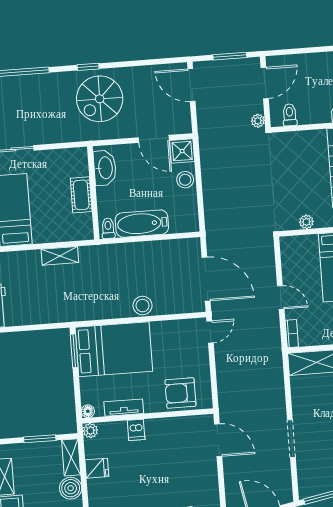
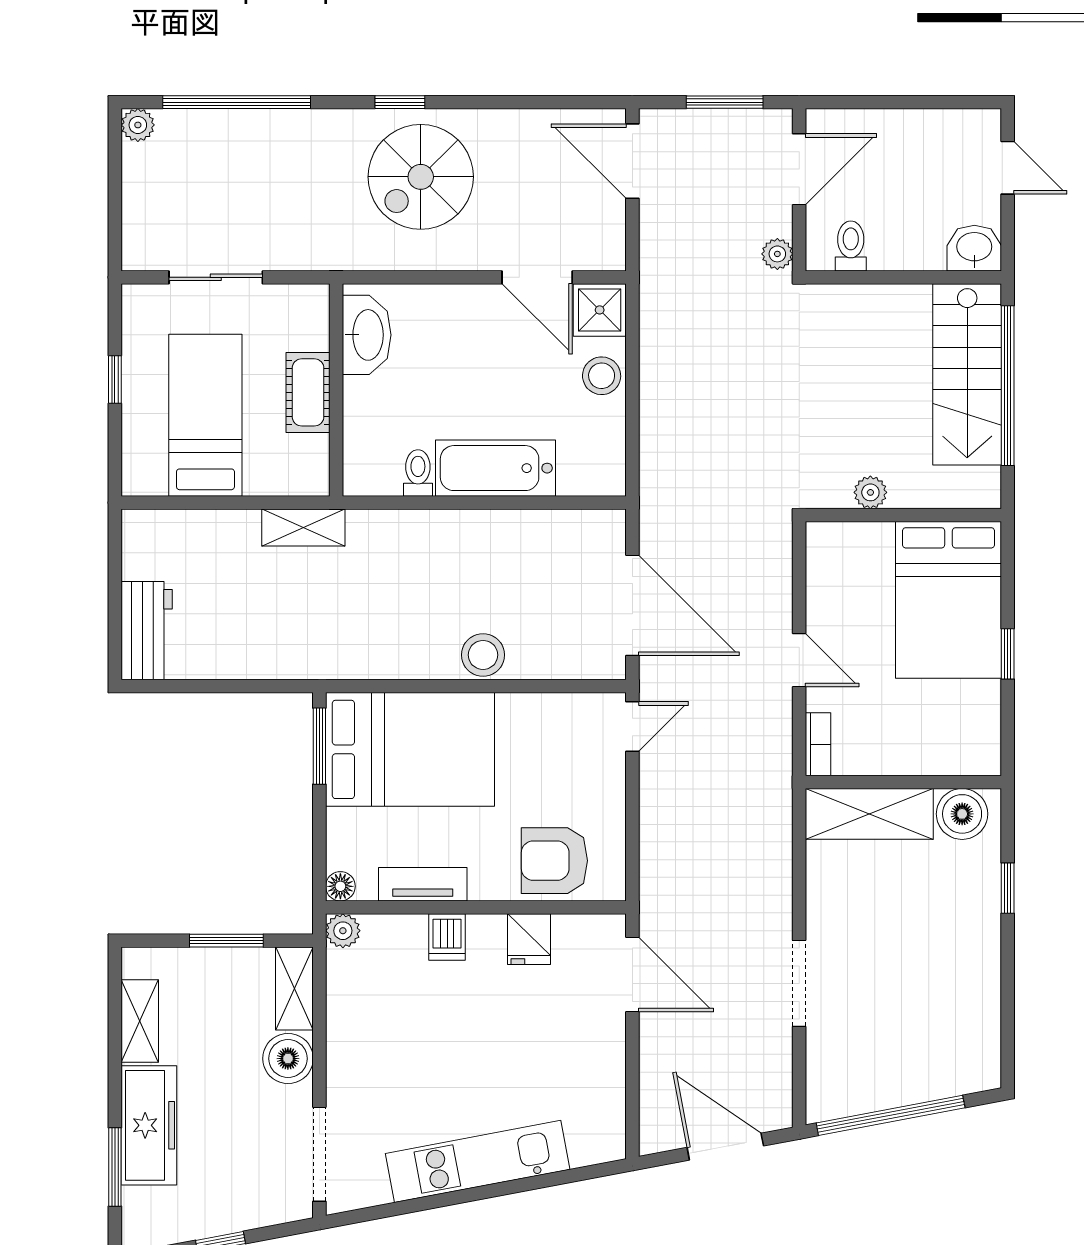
washbasin: (105, 168) -> (367, 335), moved
wall: (93, 193) -> (336, 390), moved
cot: (81, 195) -> (308, 392), moved
fridge: (97, 468) -> (529, 939), moved, turned 90

